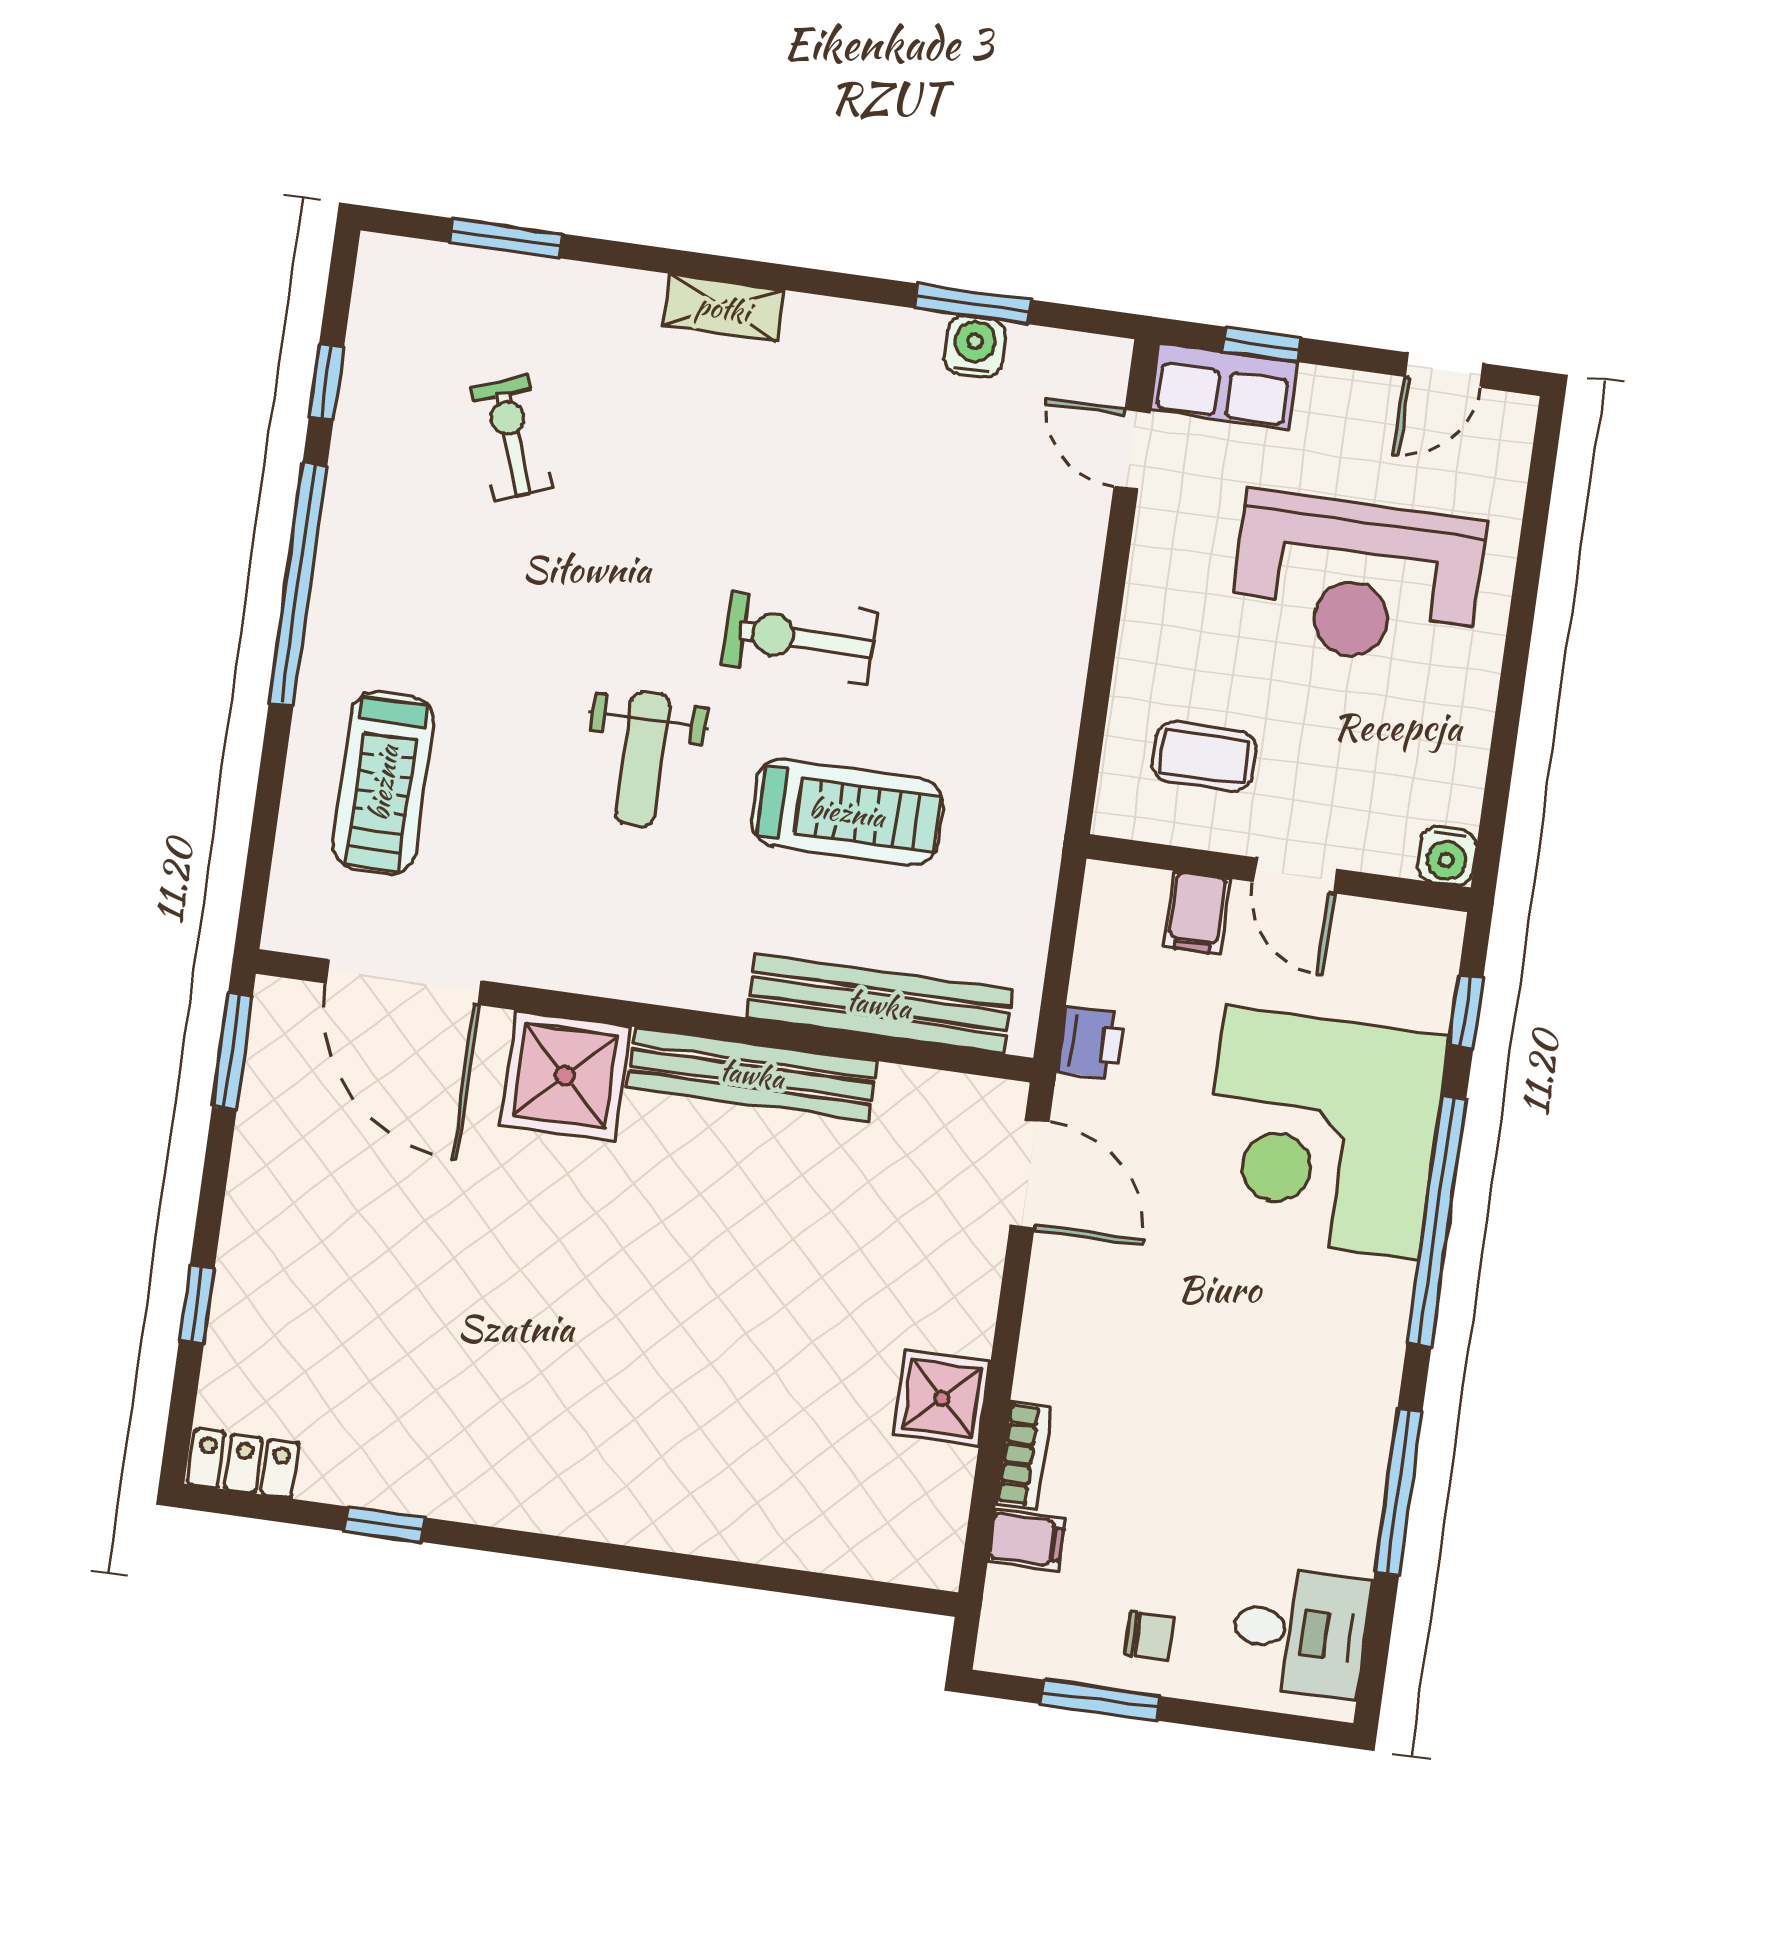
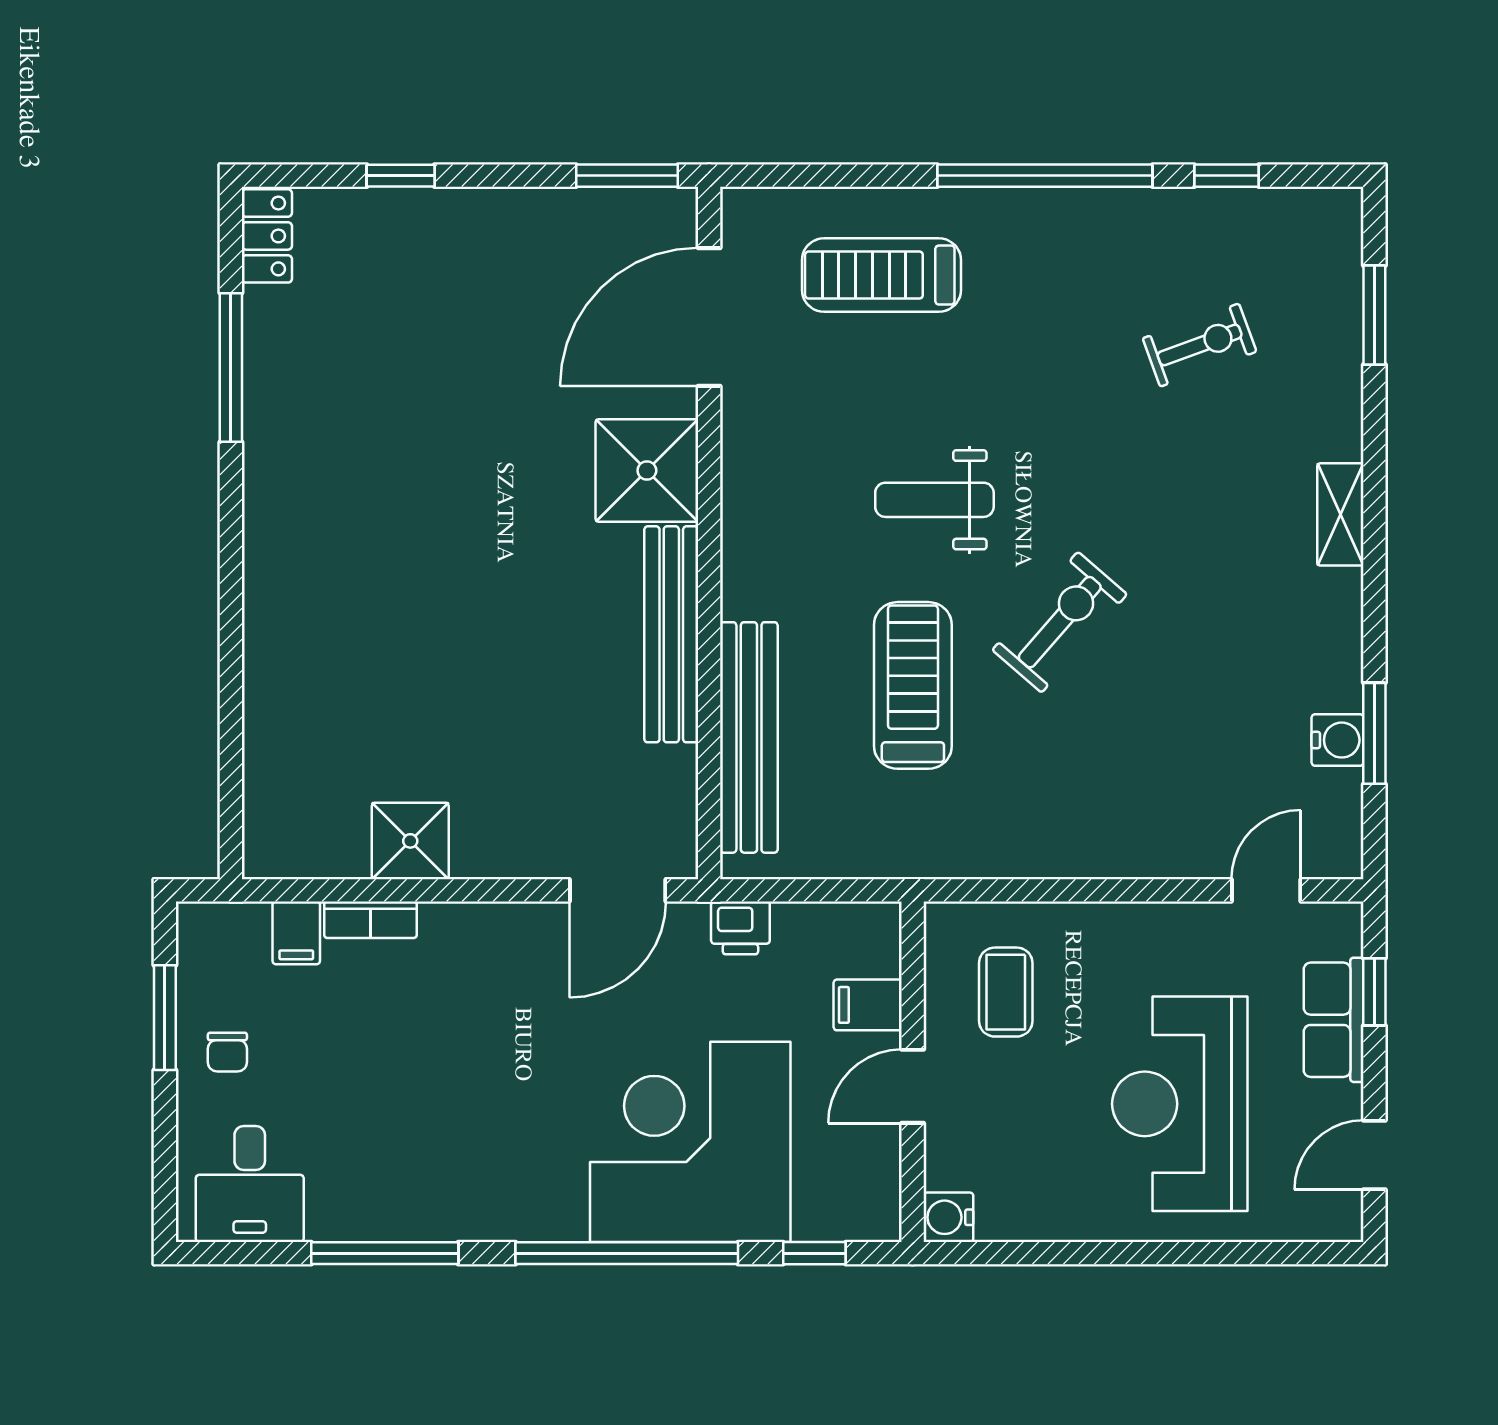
door: (1444, 370) -> (1374, 1155), hinge flipped
row of seats: (1224, 386) -> (1334, 1020), moved
exercise bike: (799, 638) -> (1060, 622), turned 41
treadmill: (847, 812) -> (913, 685), turned 180
window: (385, 1524) -> (231, 367), width x2.17

